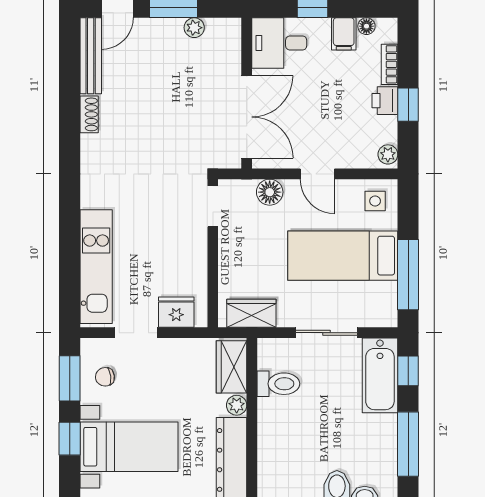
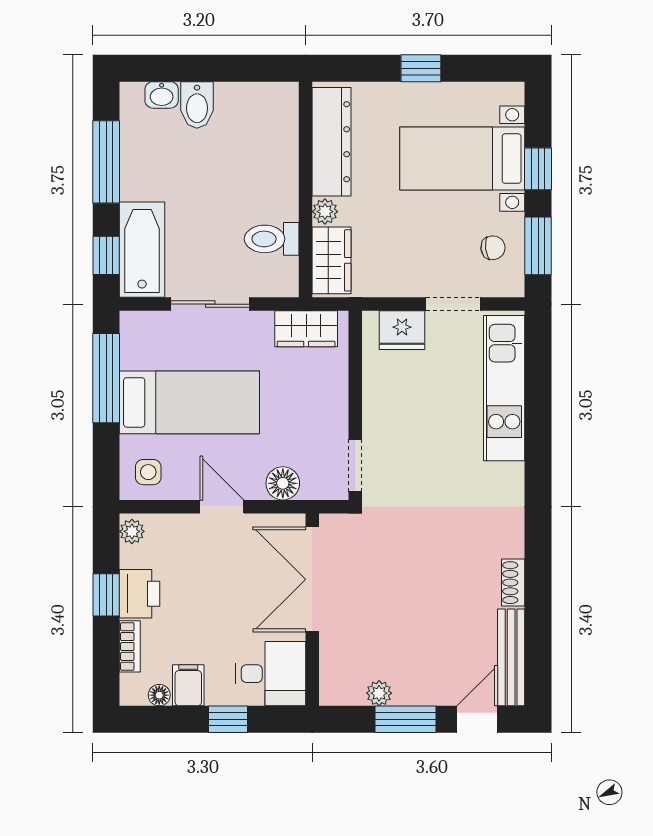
printer: (385, 101) -> (140, 594), width x1.36, depth x1.24

